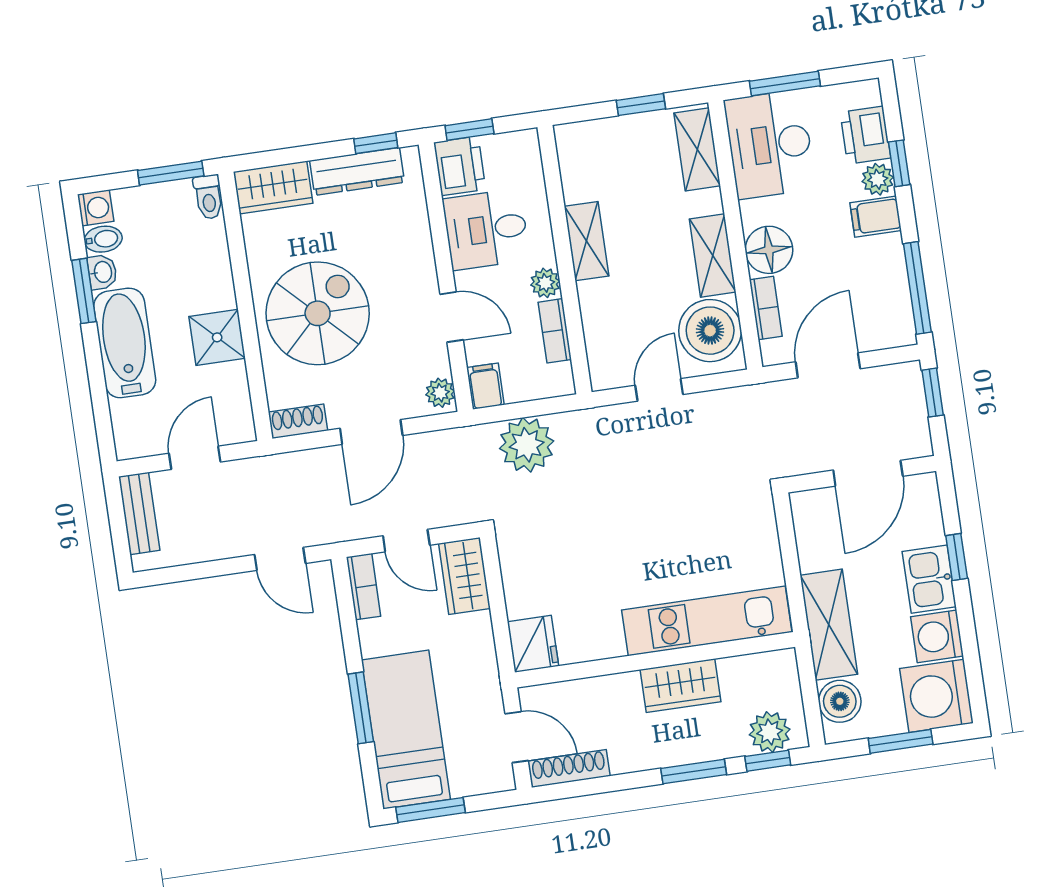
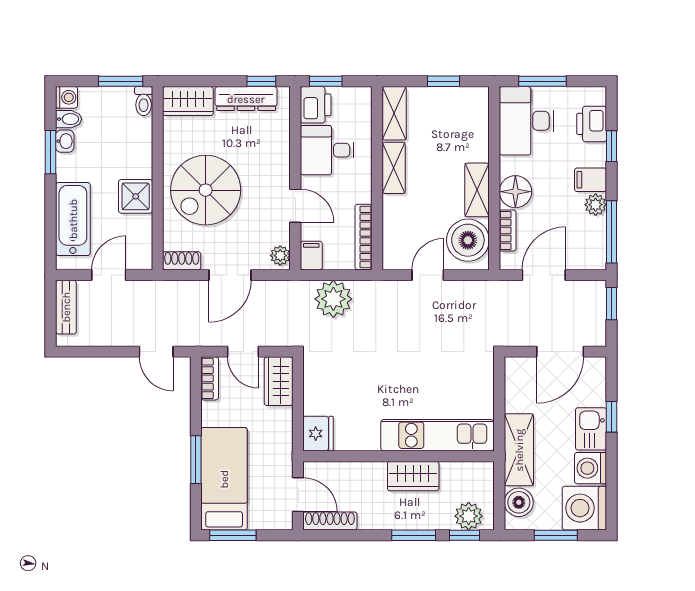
shelving: (697, 149) -> (394, 113), moved
plant: (878, 179) -> (596, 205), moved
plant: (545, 283) -> (362, 192), removed
spiral stairs: (318, 313) -> (206, 190), turned 180
bookcase: (555, 331) -> (363, 237), width x1.56
bathtub: (125, 343) -> (73, 219), moved

